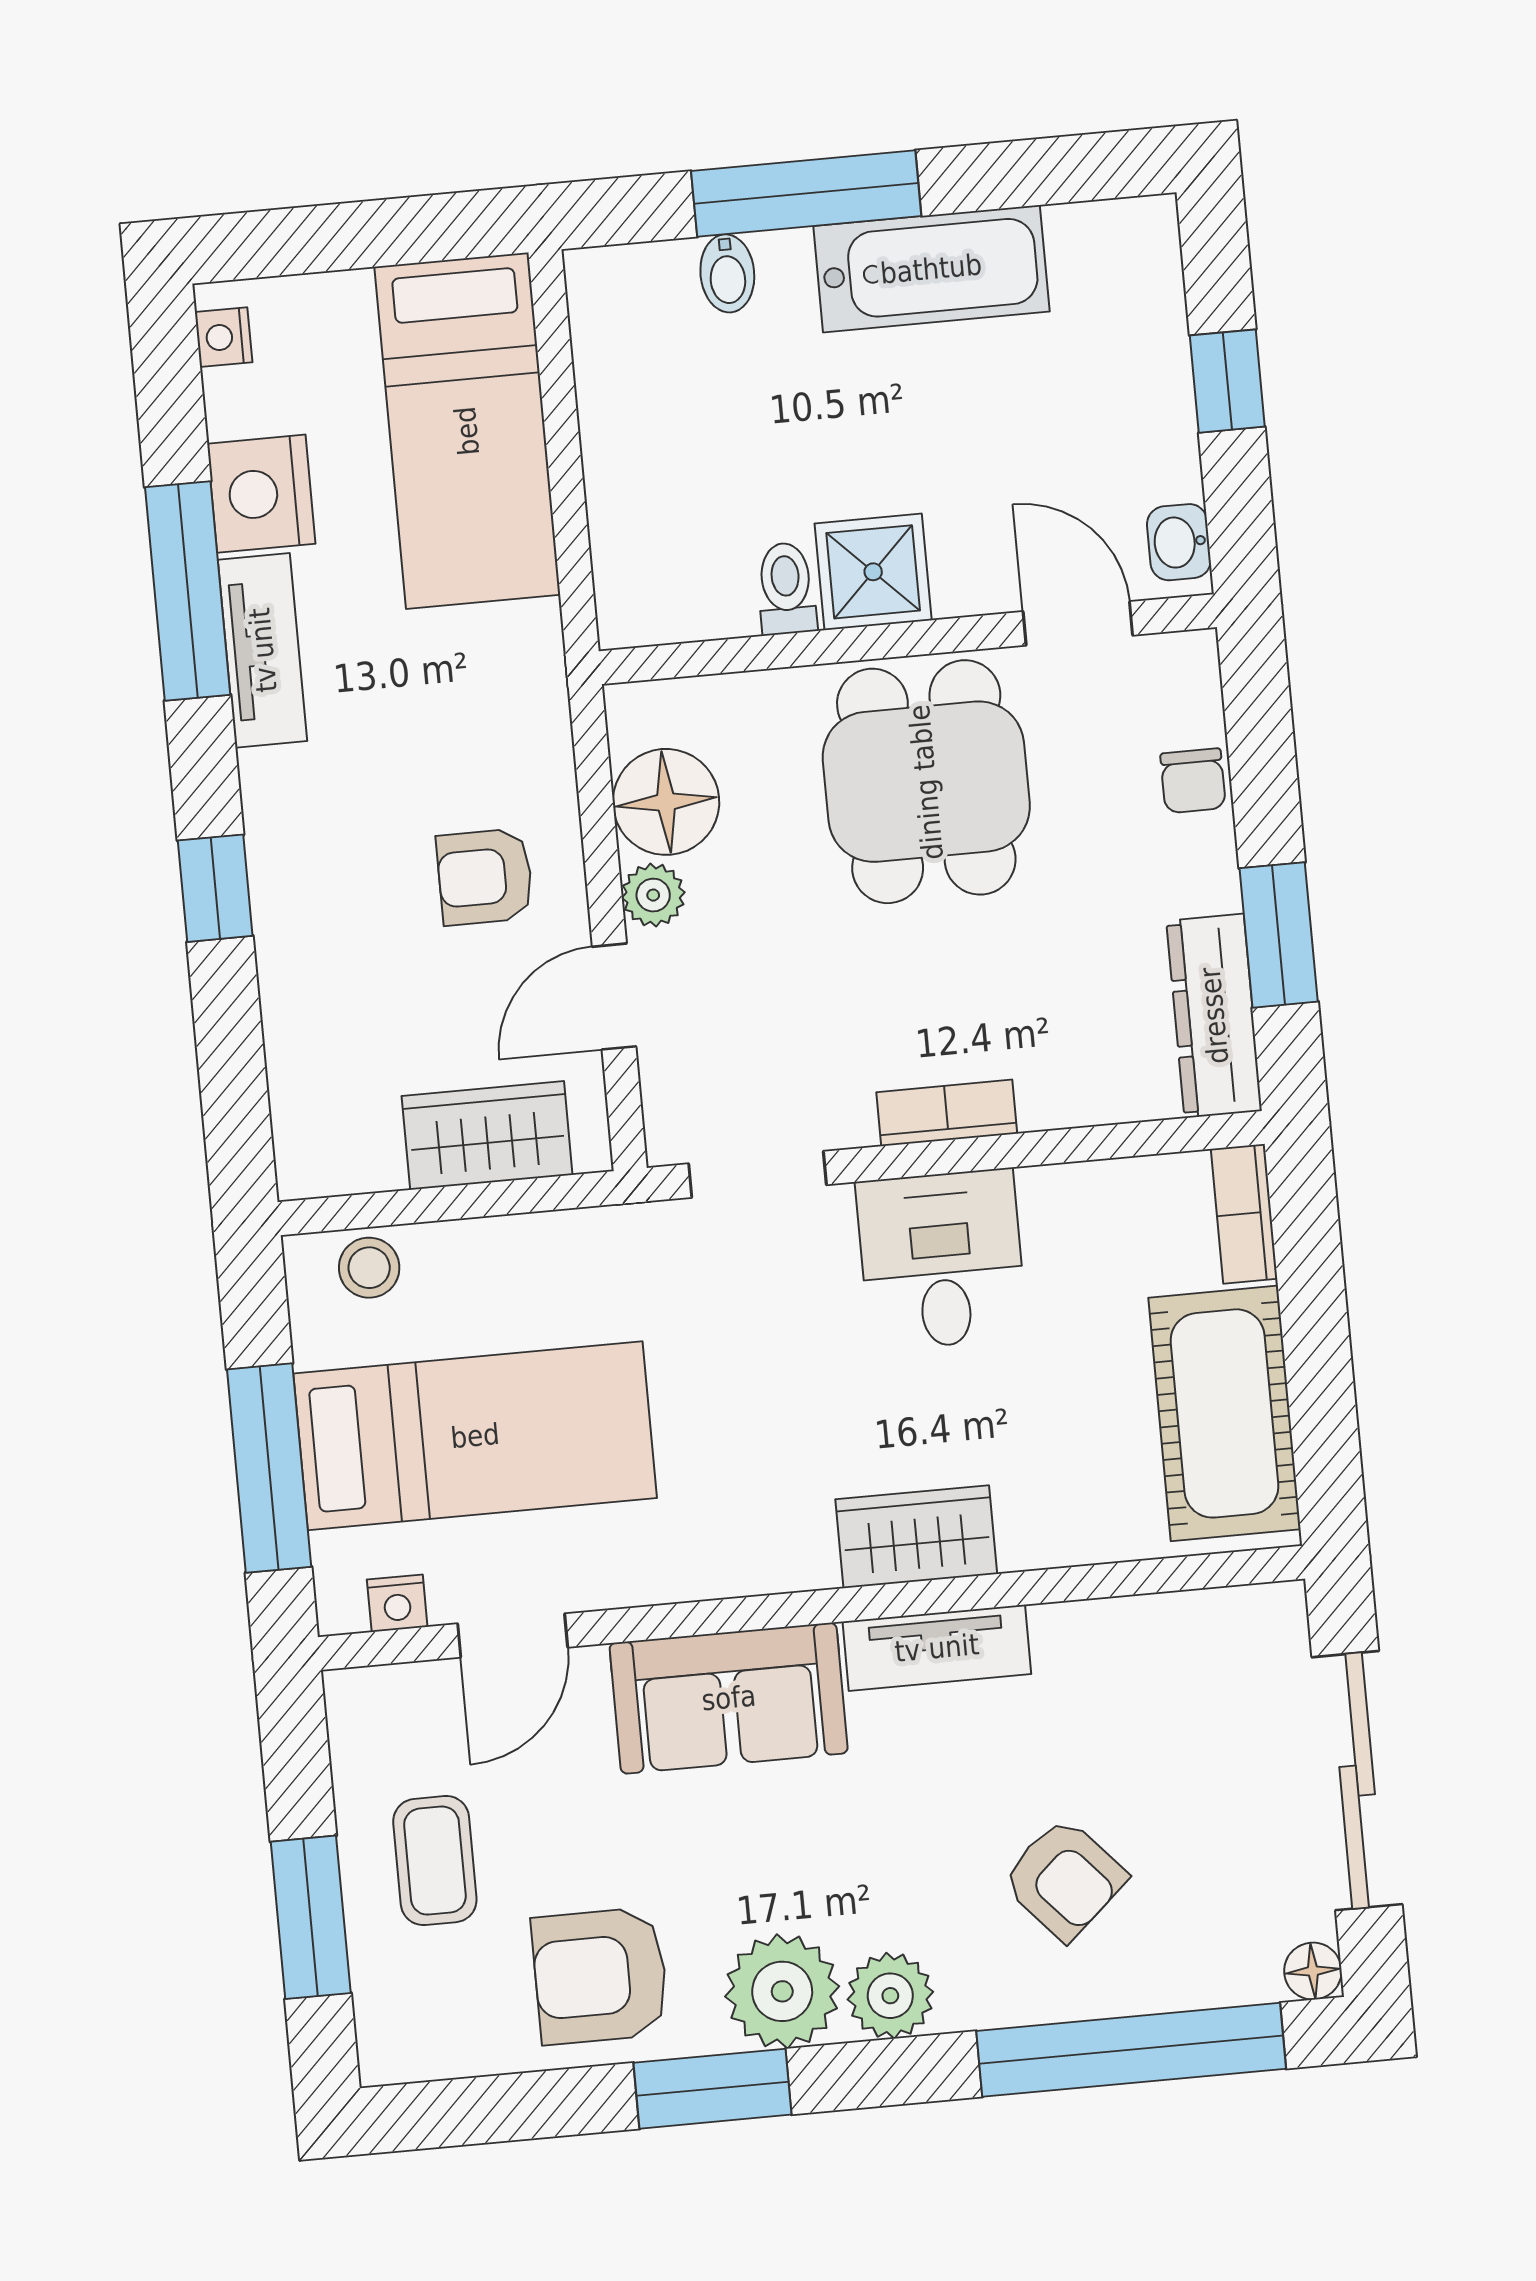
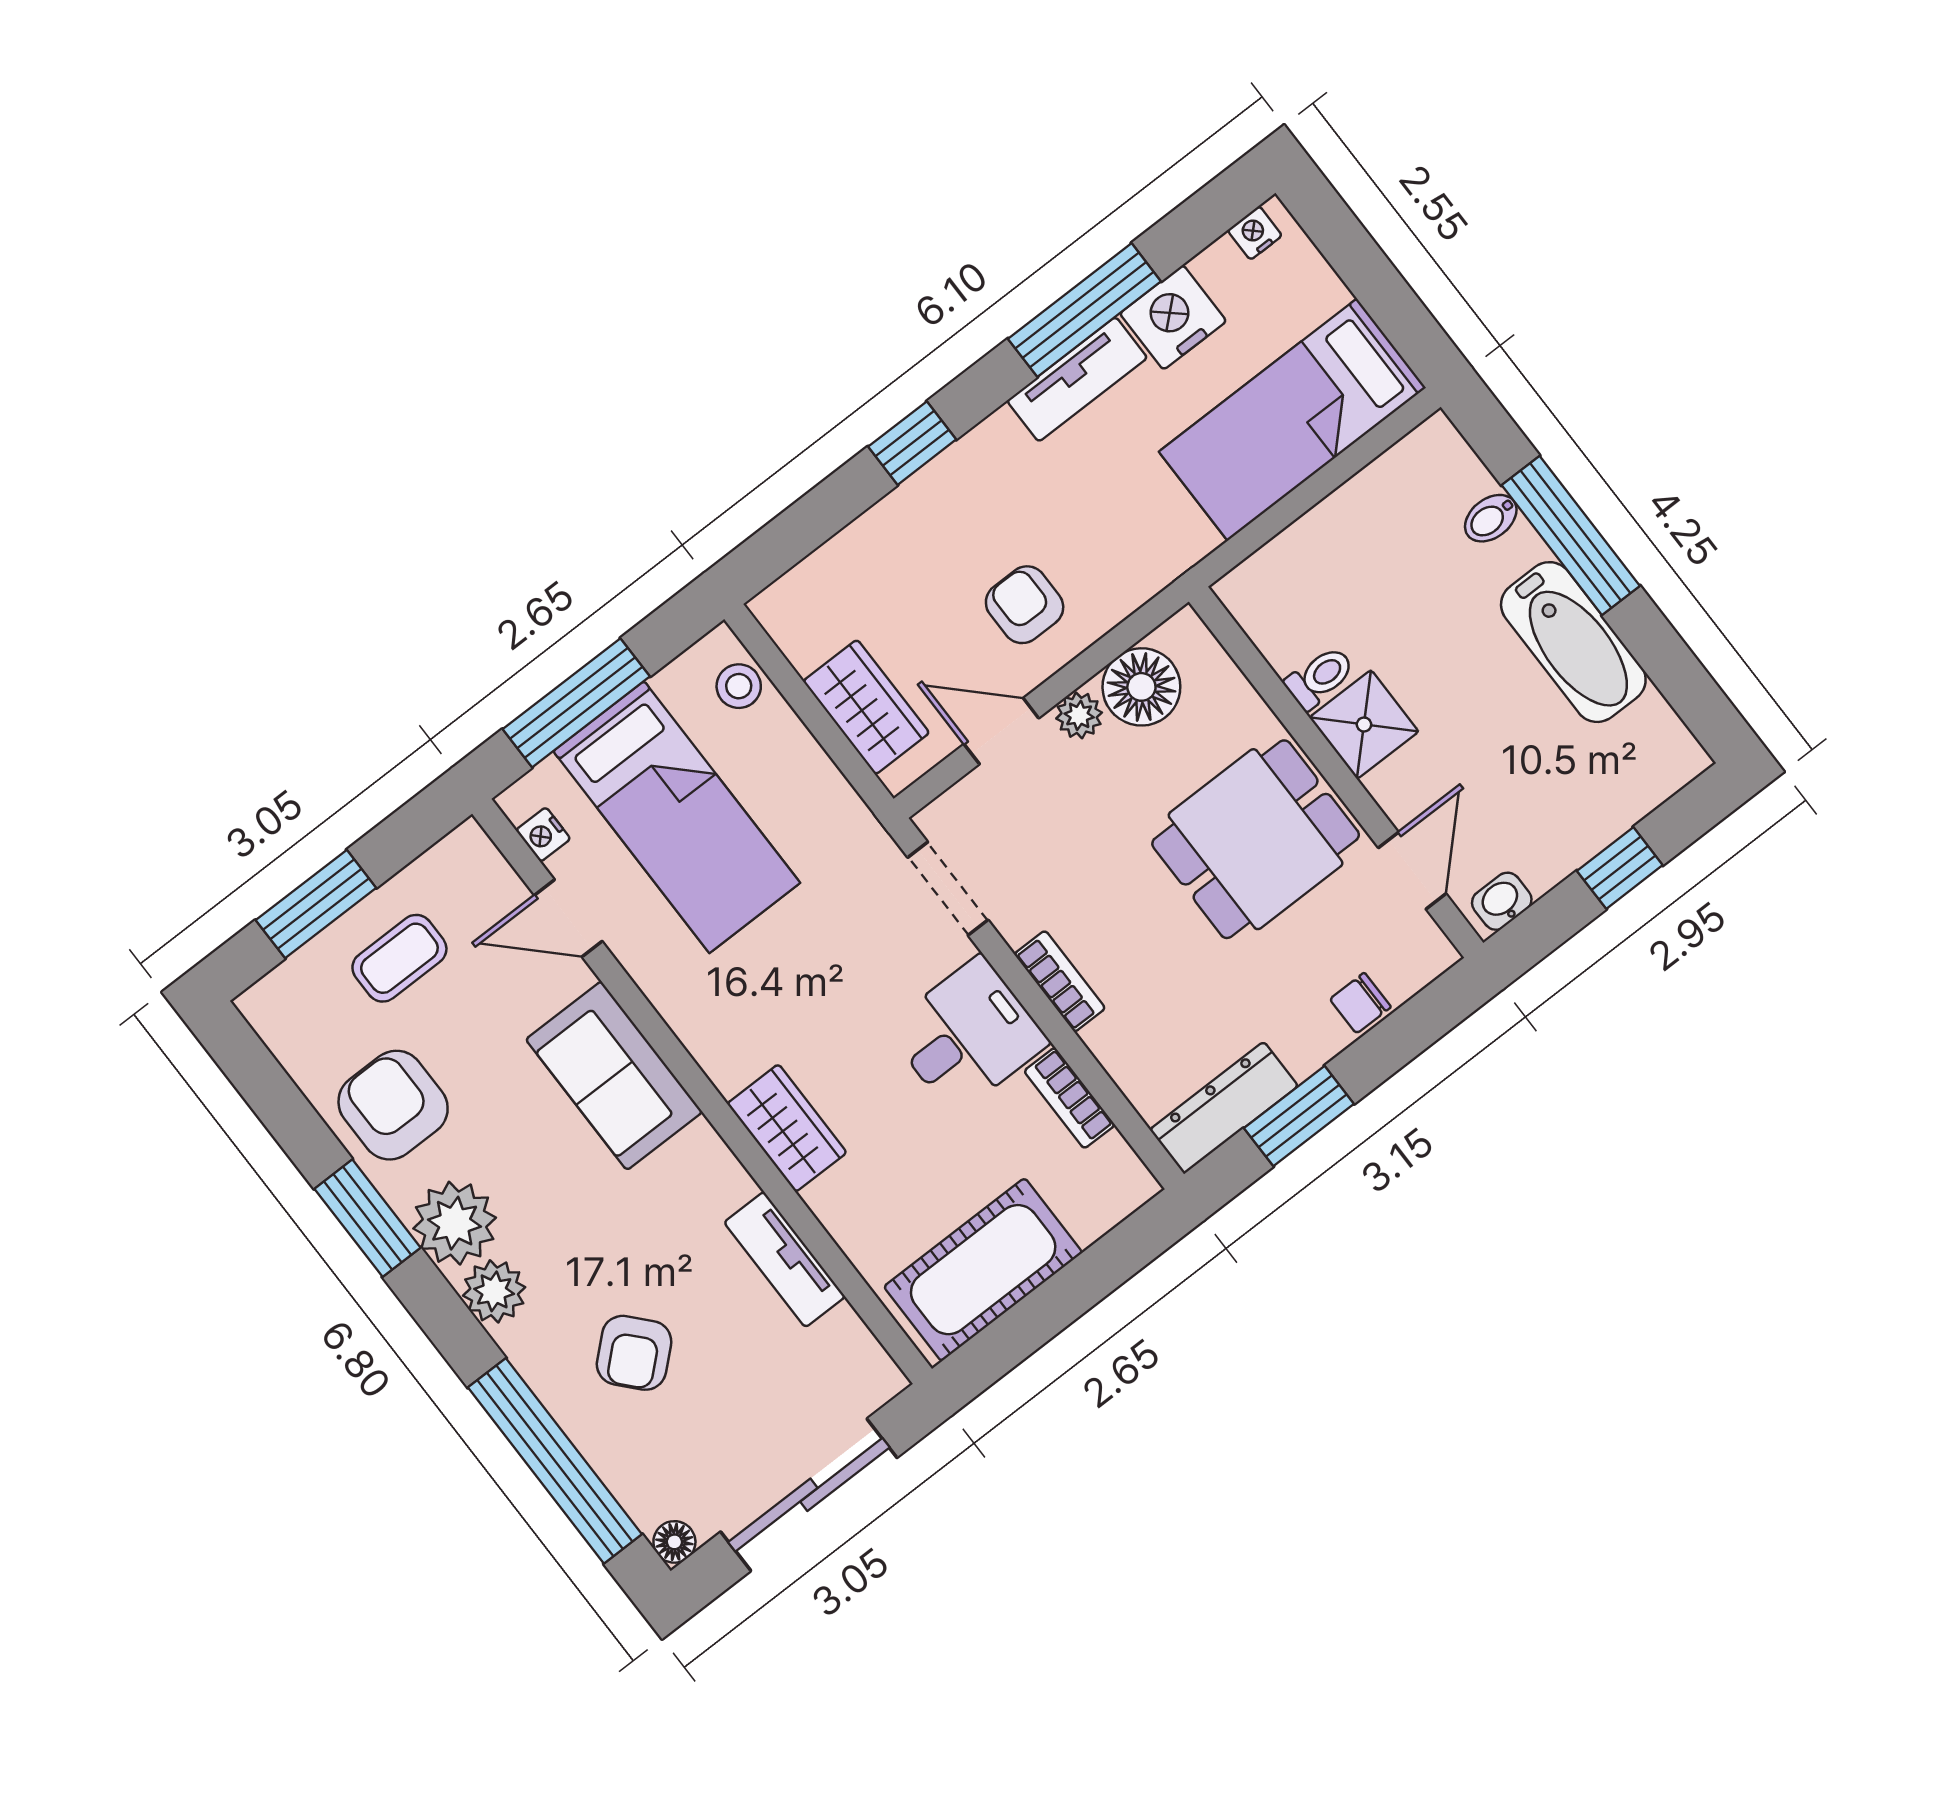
bookcase: (1244, 1214) -> (1069, 1098), moved, turned -90
tv unit: (937, 1648) -> (785, 1259), moved

